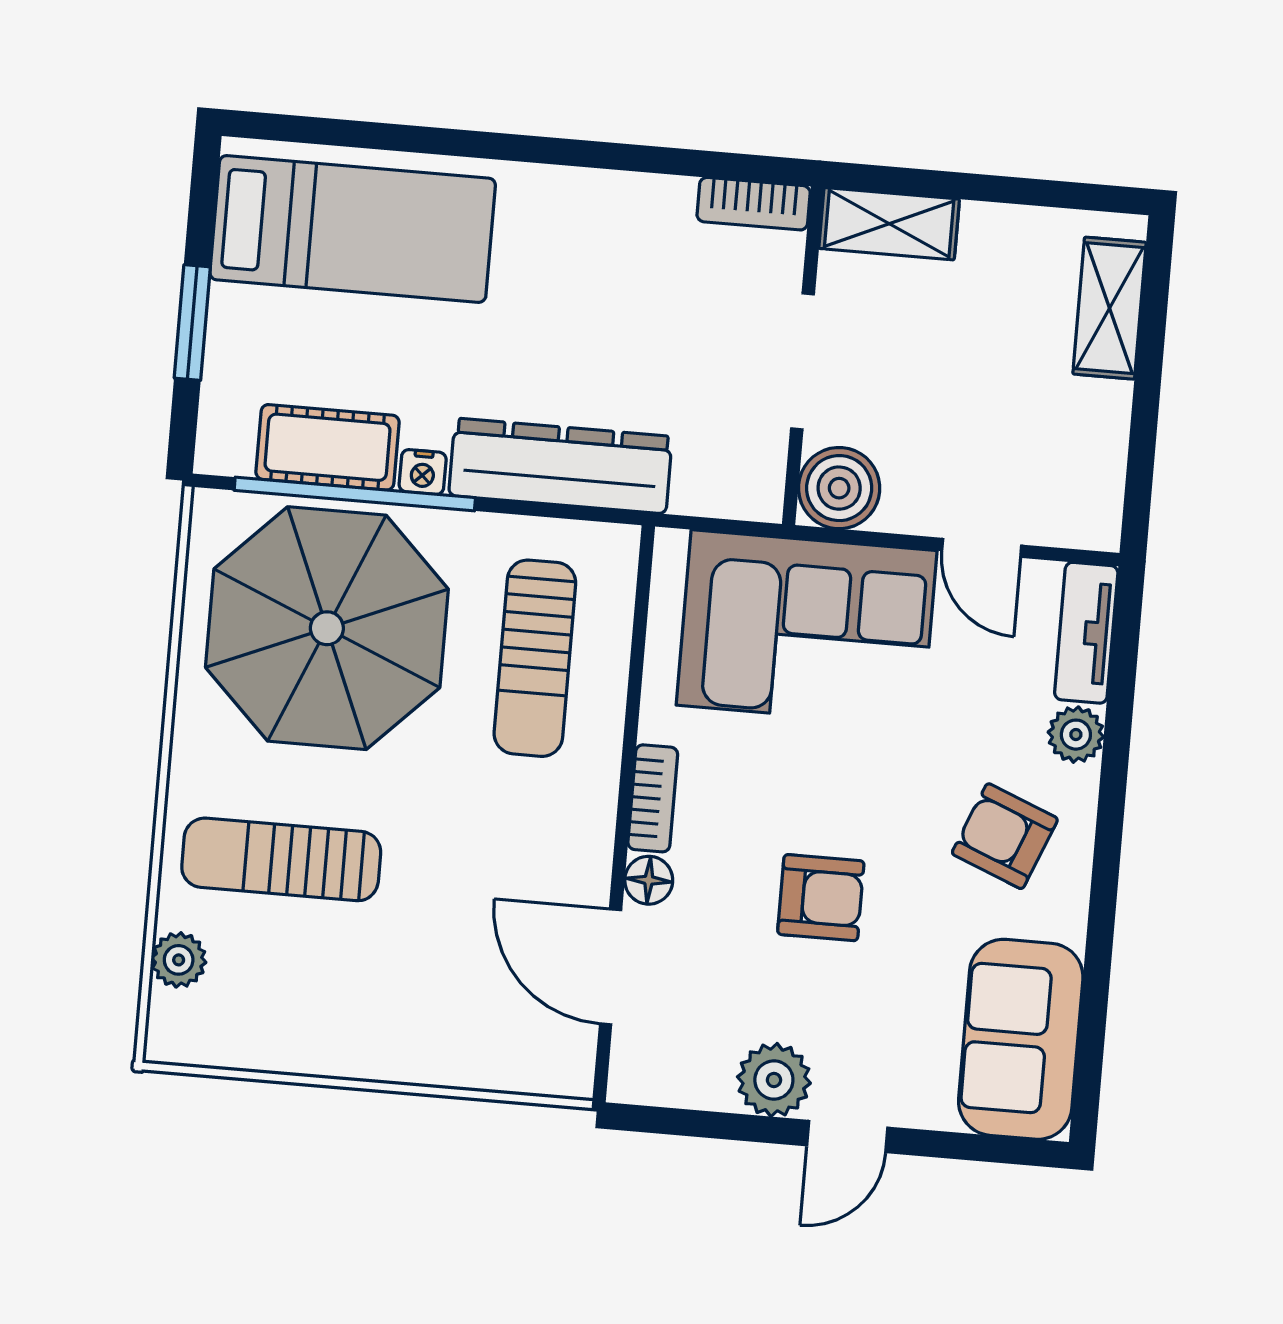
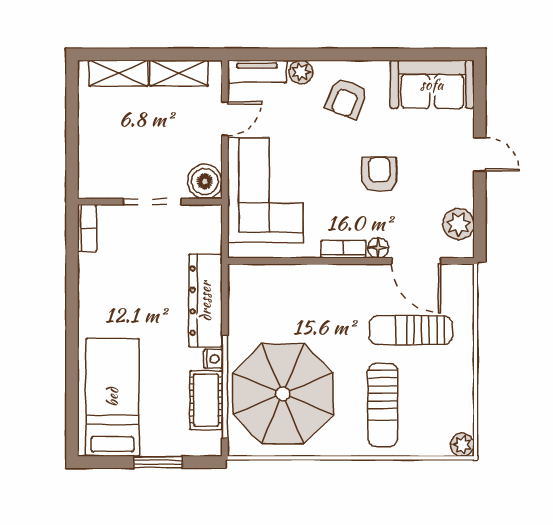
shelving: (889, 224) -> (179, 73), moved, turned 90
sun lounger: (535, 658) -> (411, 330), moved, turned 180
plant: (179, 960) -> (462, 445), moved
door: (611, 967) -> (416, 261), hinge flipped
plant: (774, 1080) -> (458, 224), moved

